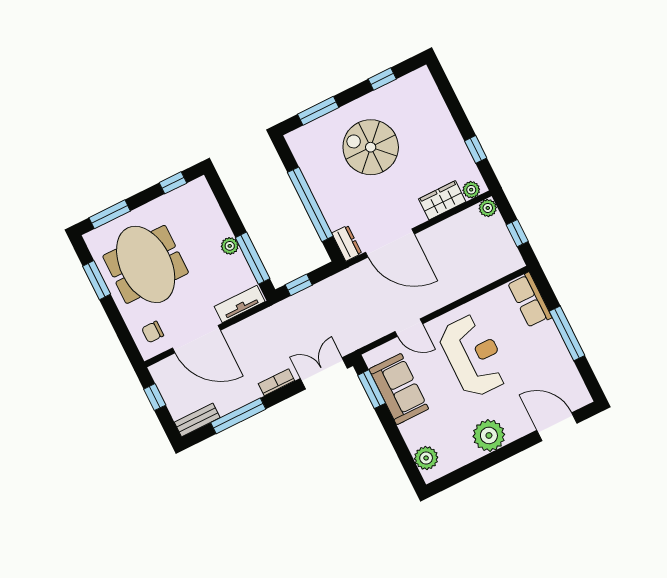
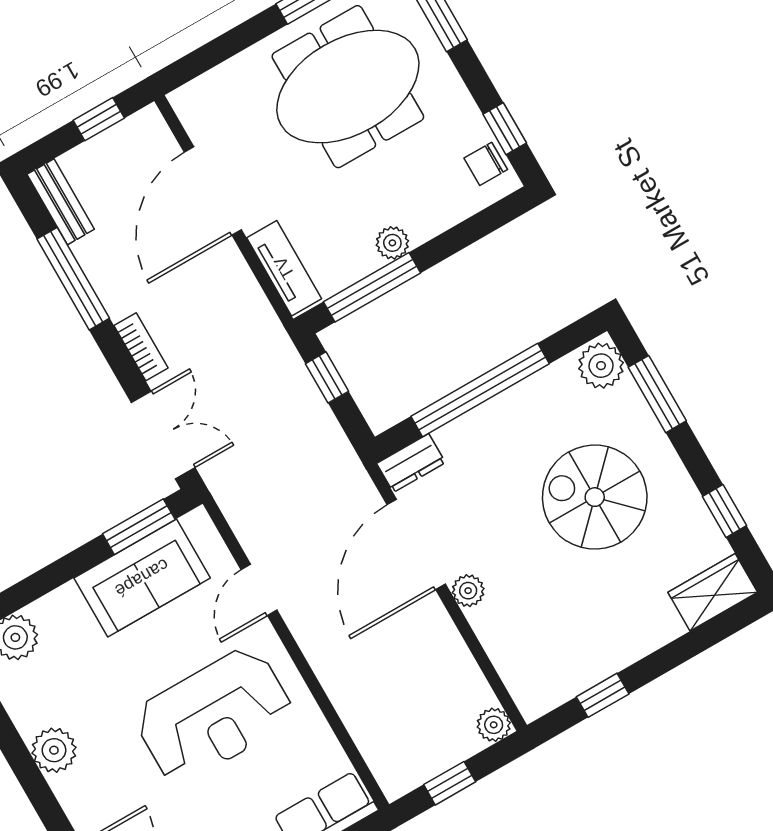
plant: (301, 140) -> (601, 366), added
spiral stairs: (371, 147) -> (595, 497), turned -90
plant: (471, 190) -> (468, 591), moved
wardrobe: (442, 200) -> (713, 592), moved, turned -90
chair: (153, 332) -> (486, 164), moved, turned -90
plant: (489, 435) -> (54, 750), width x0.73, depth x0.73

